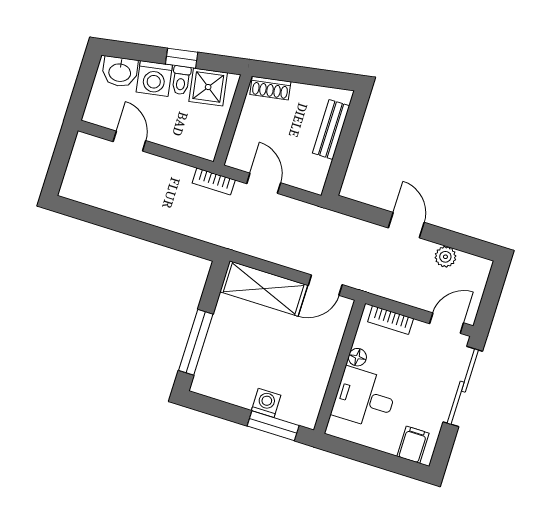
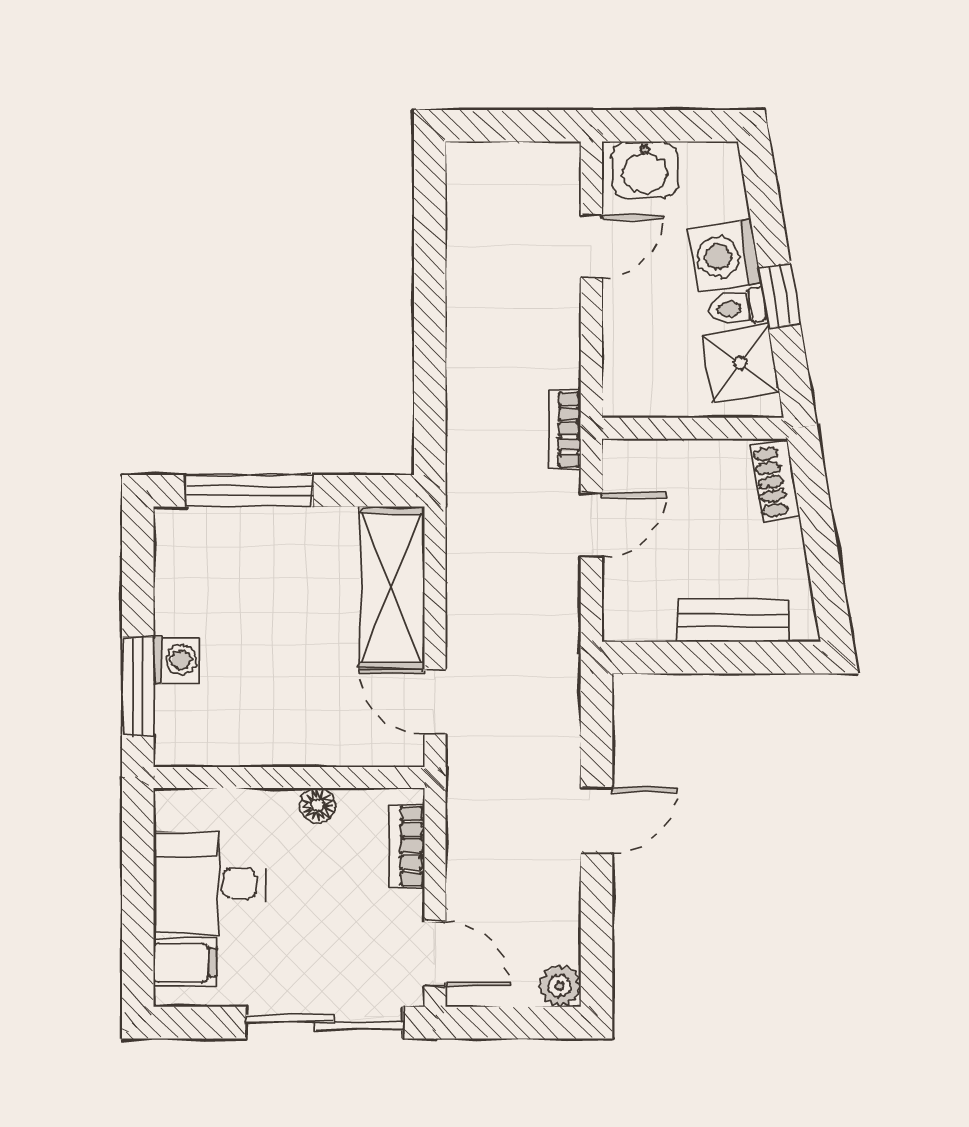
washbasin: (120, 72) -> (645, 170), moved, turned -81
plant: (445, 257) -> (560, 986), moved
desk: (365, 398) -> (209, 883), moved, turned -90

